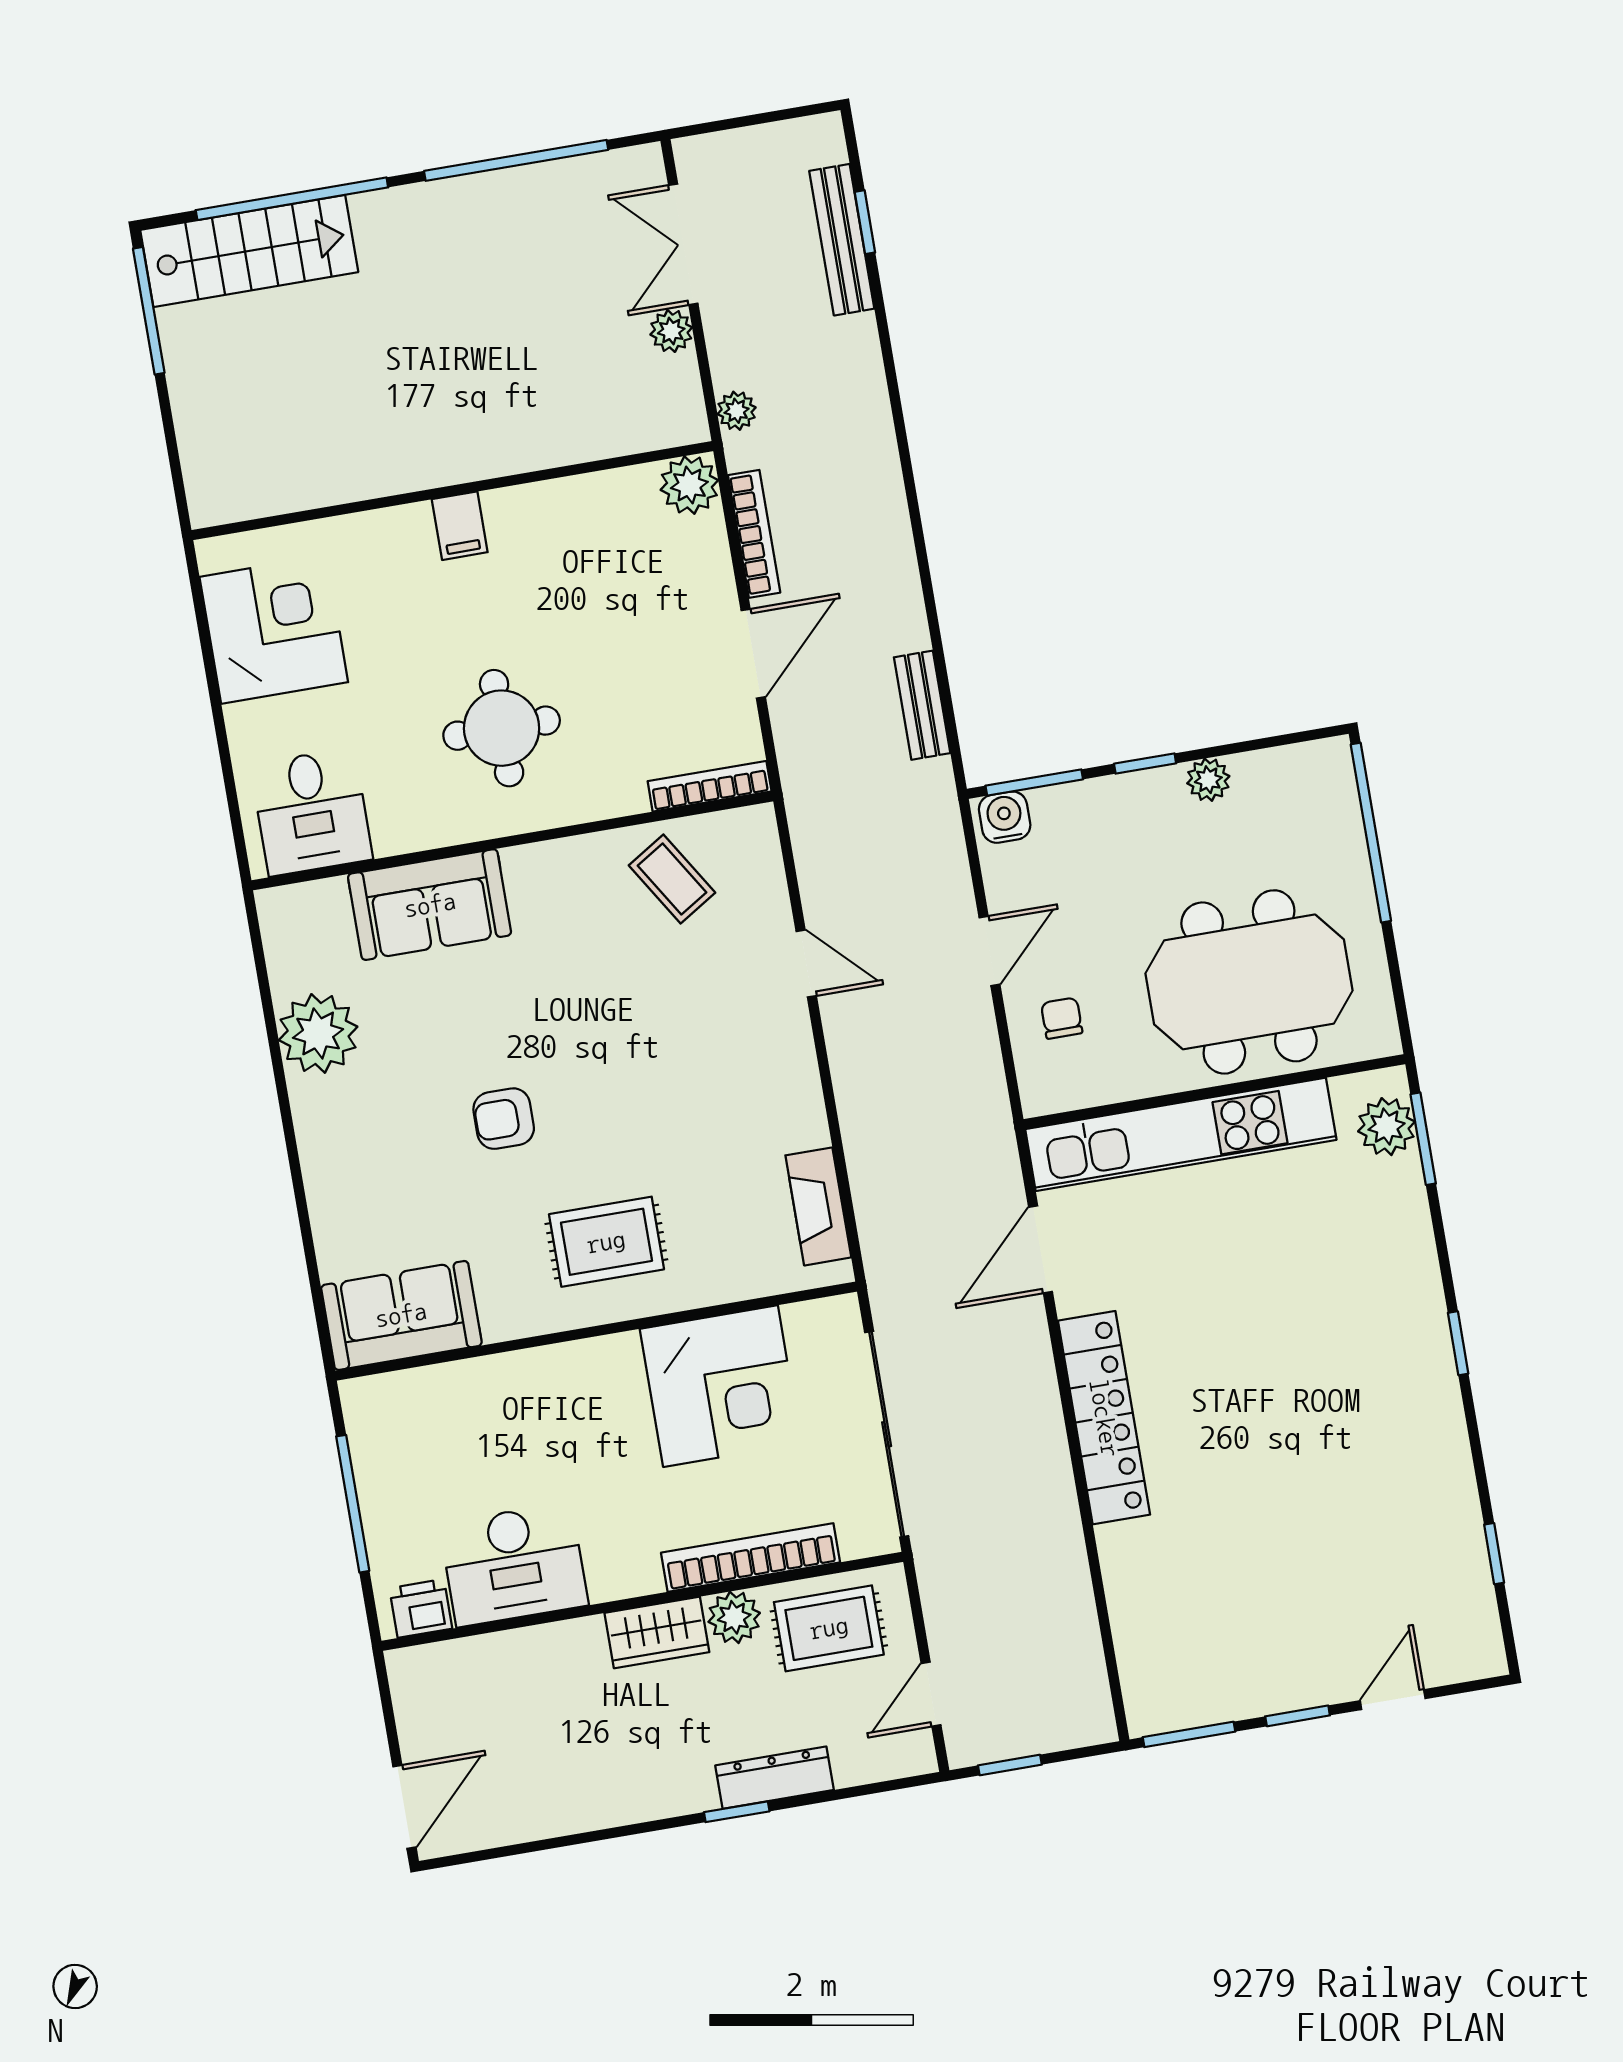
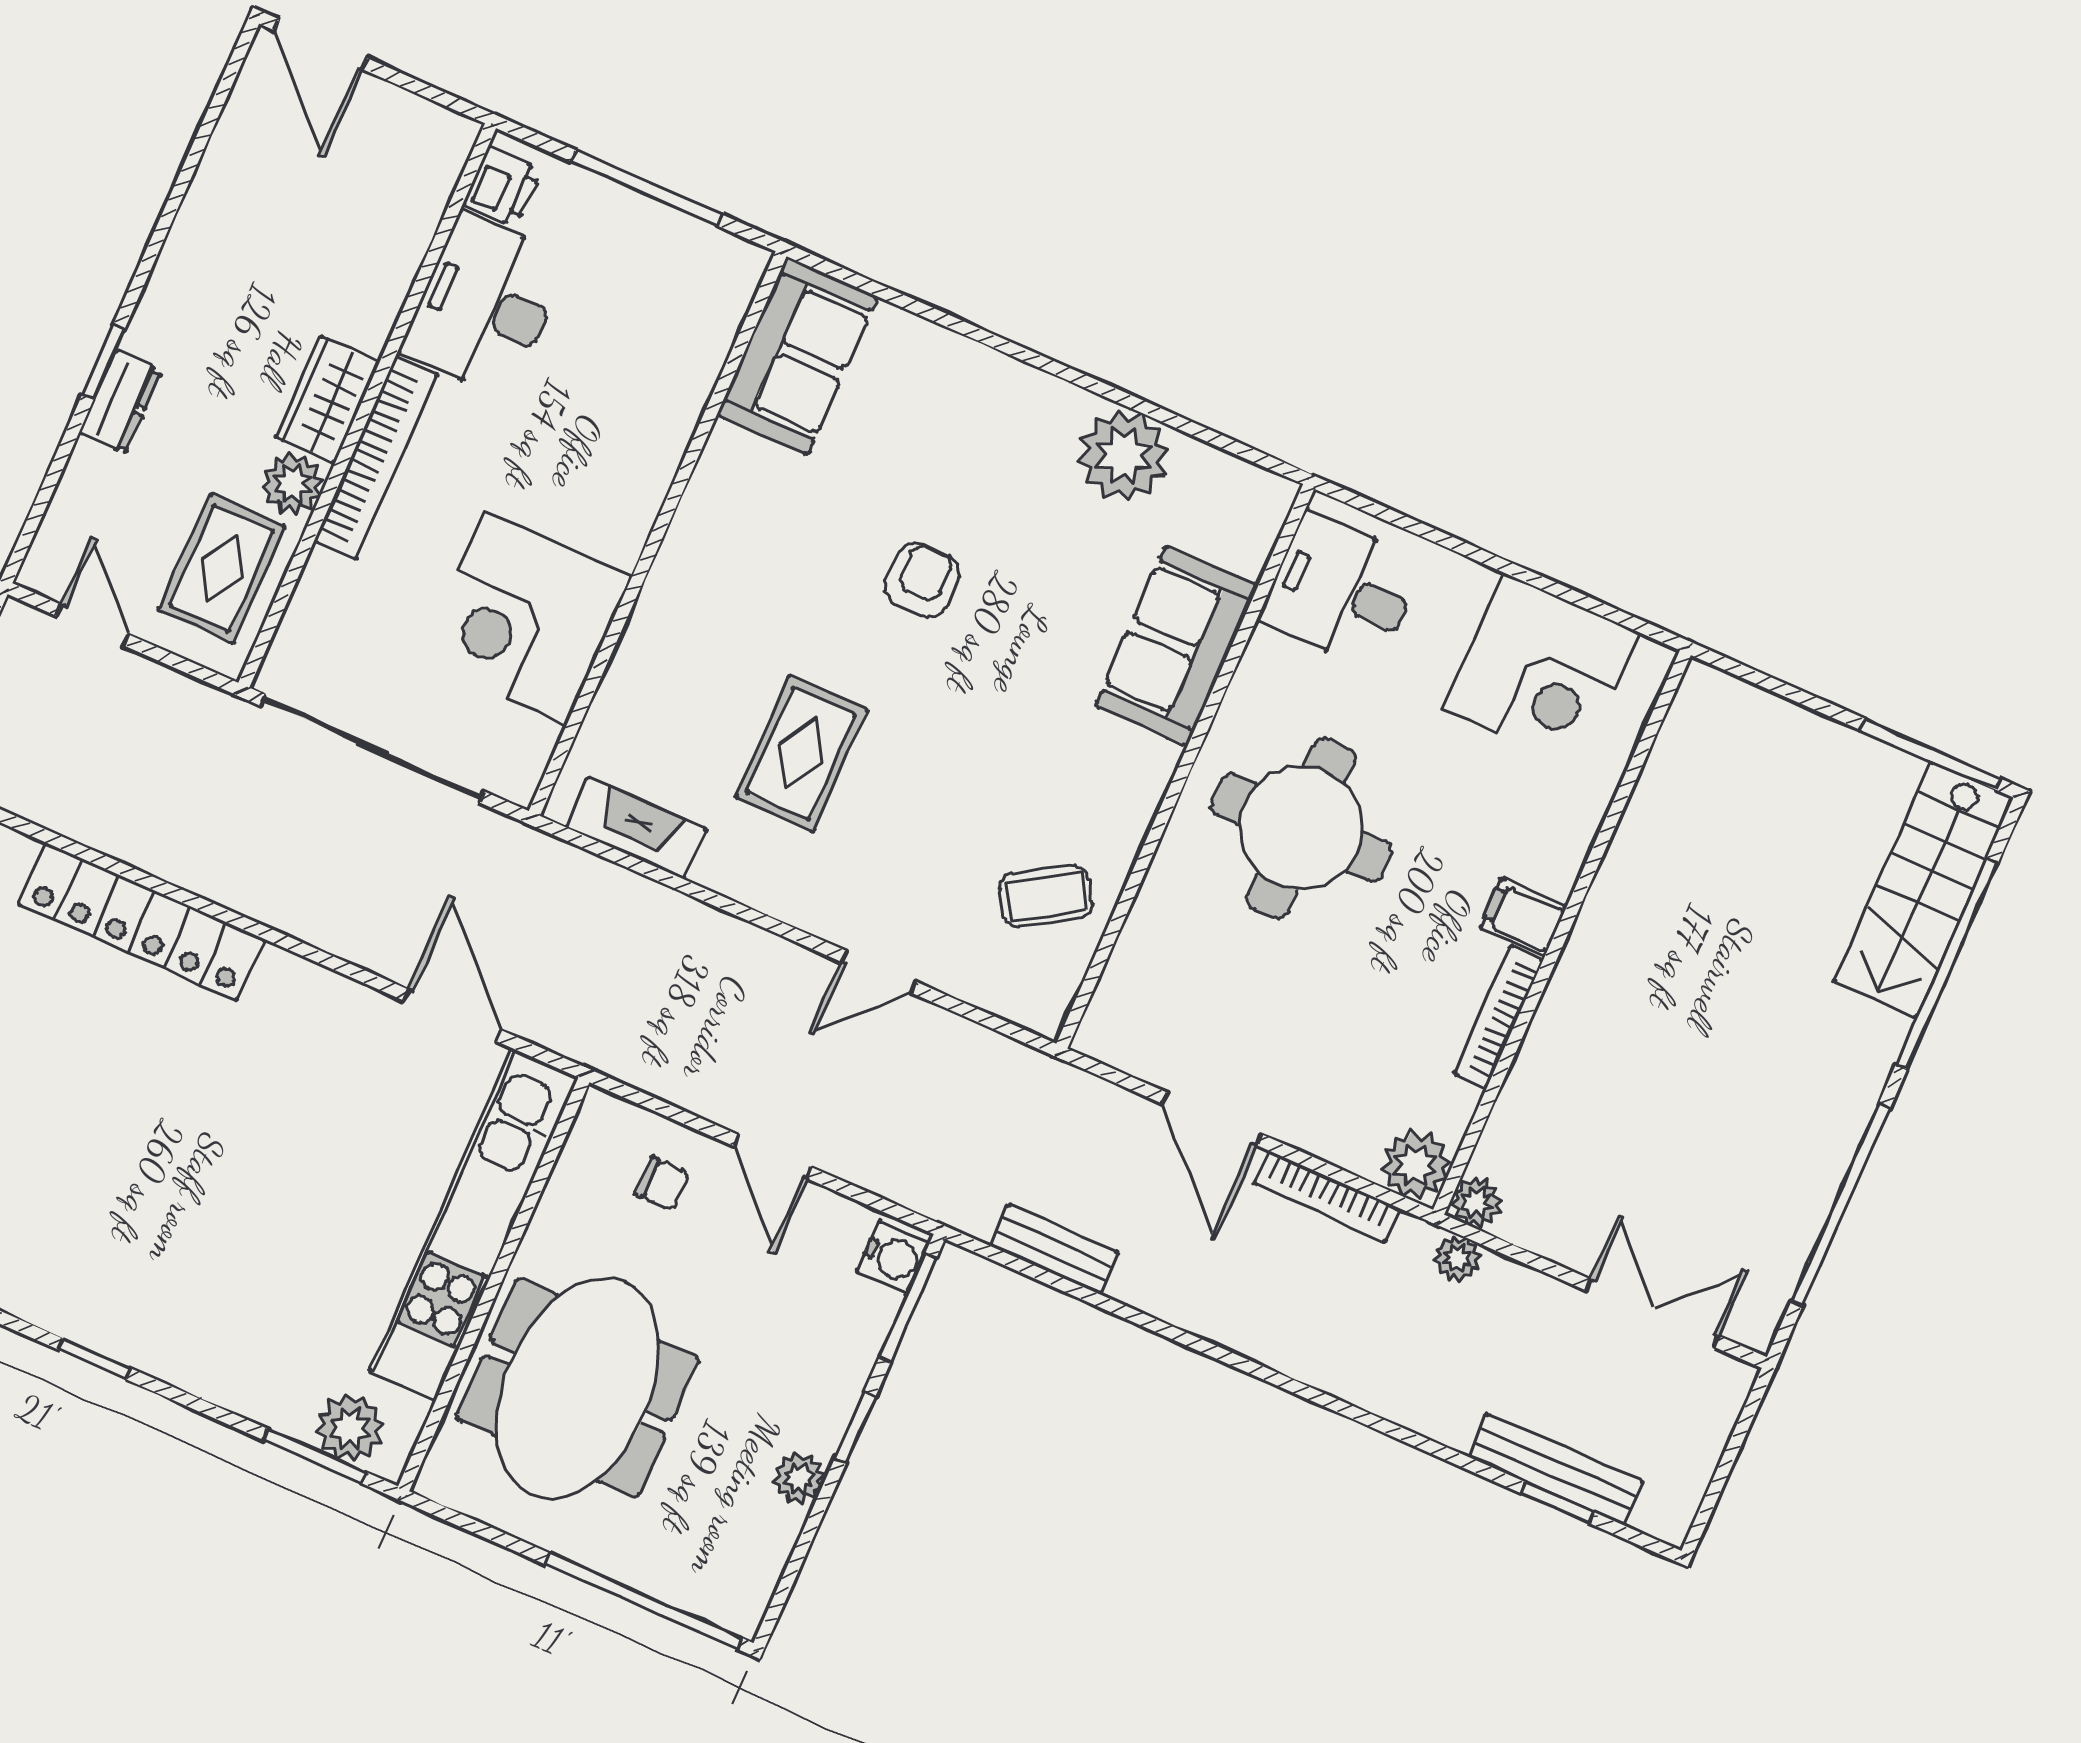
plant: (671, 331) -> (1477, 1202), moved
round table: (502, 728) -> (1301, 828), width x1.36, depth x1.36
bookcase: (710, 786) -> (1499, 1017), moved, turned 180
rug: (606, 1242) -> (801, 754), moved
locker: (1104, 1418) -> (141, 922), moved
bookcase: (751, 1557) -> (376, 458), moved
dresser: (775, 1778) -> (120, 402), width x0.70

